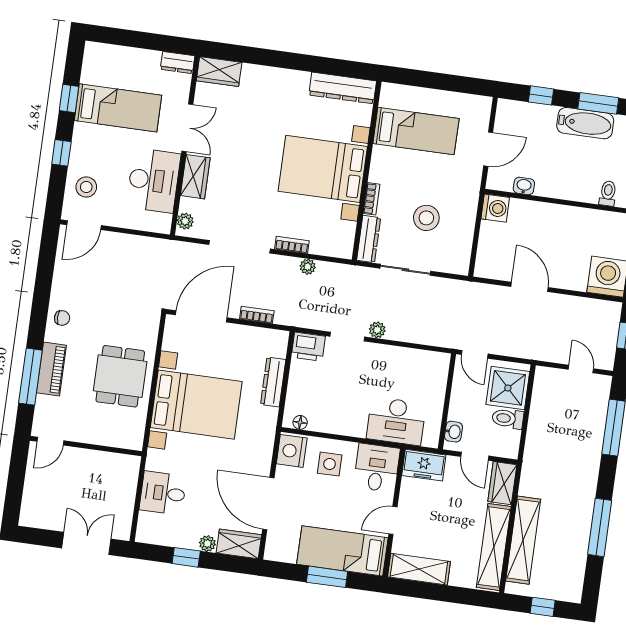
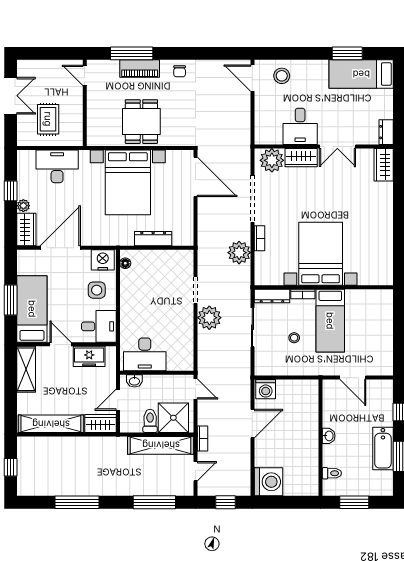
dresser: (343, 88) -> (384, 260), removed
window: (69, 98) -> (347, 53), width x1.50
bed: (118, 108) -> (361, 74), moved, turned 90
bed: (416, 131) -> (330, 321), moved
window: (61, 153) -> (305, 53), removed
desk: (153, 180) -> (300, 126), width x0.73
washbasin: (524, 186) -> (329, 436), moved
washing machine: (495, 208) -> (266, 389), moved
stool: (426, 218) -> (294, 338), width x0.53, depth x0.53
plant: (185, 221) -> (272, 160), width x1.88, depth x1.88
plant: (308, 267) -> (239, 253), width x1.87, depth x1.87
bookcase: (257, 315) -> (202, 439), moved
plant: (377, 330) -> (209, 318), width x1.88, depth x1.88
printer: (308, 347) -> (184, 262), removed
door: (475, 354) -> (196, 389), swing flipped
dining table: (120, 376) -> (141, 122), turned 90
desk: (396, 421) -> (145, 354), moved, turned -90
freezer: (424, 465) -> (89, 356), moved, turned -90
desk: (163, 493) -> (57, 166), width x1.37
rug: (100, 496) -> (48, 119), added
shelving: (523, 540) -> (161, 445), moved
double door: (86, 543) -> (11, 96), moved

